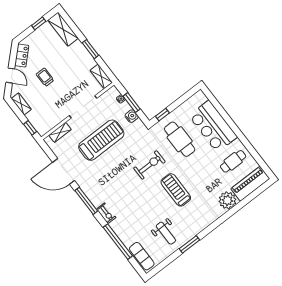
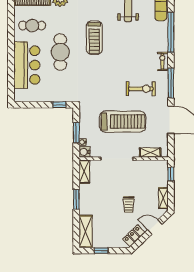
door: (10, 76) -> (155, 227), hinge flipped
water cooler: (132, 116) -> (84, 152), moved
cafe table: (180, 139) -> (60, 52), moved
treadmill: (101, 140) -> (123, 122), turned 180
exercise bike: (149, 165) -> (141, 89), moved, turned 180

